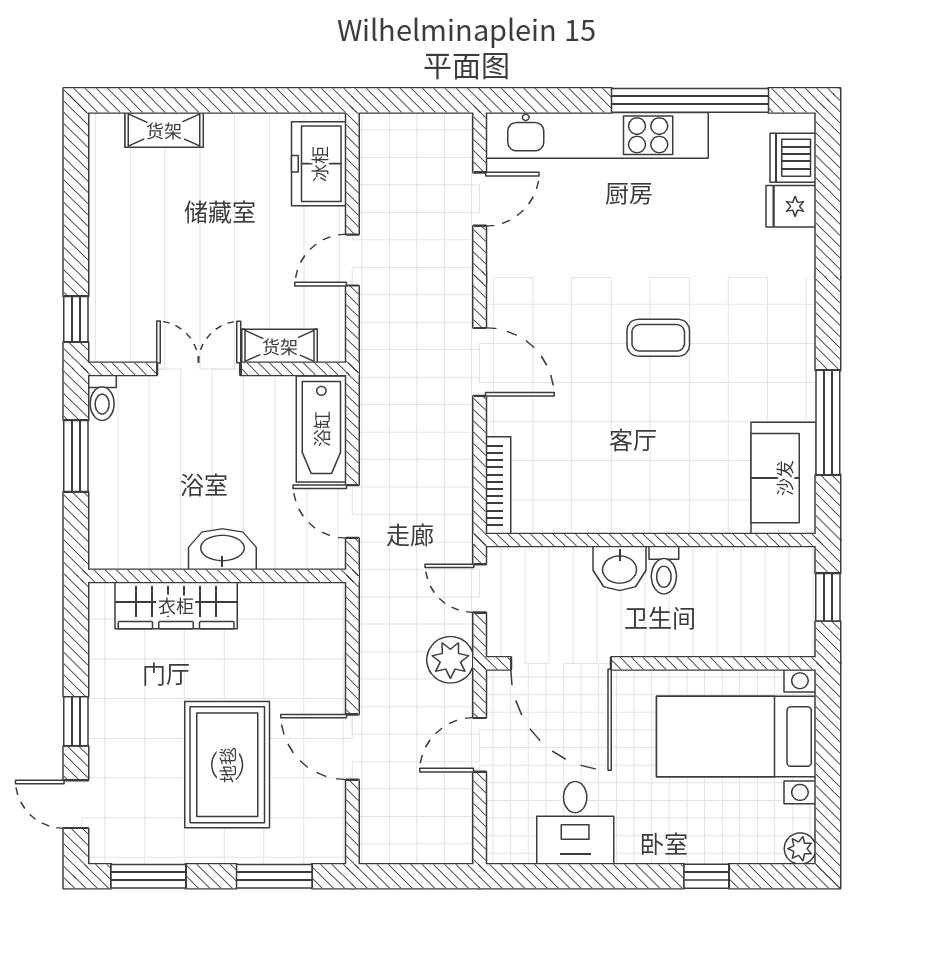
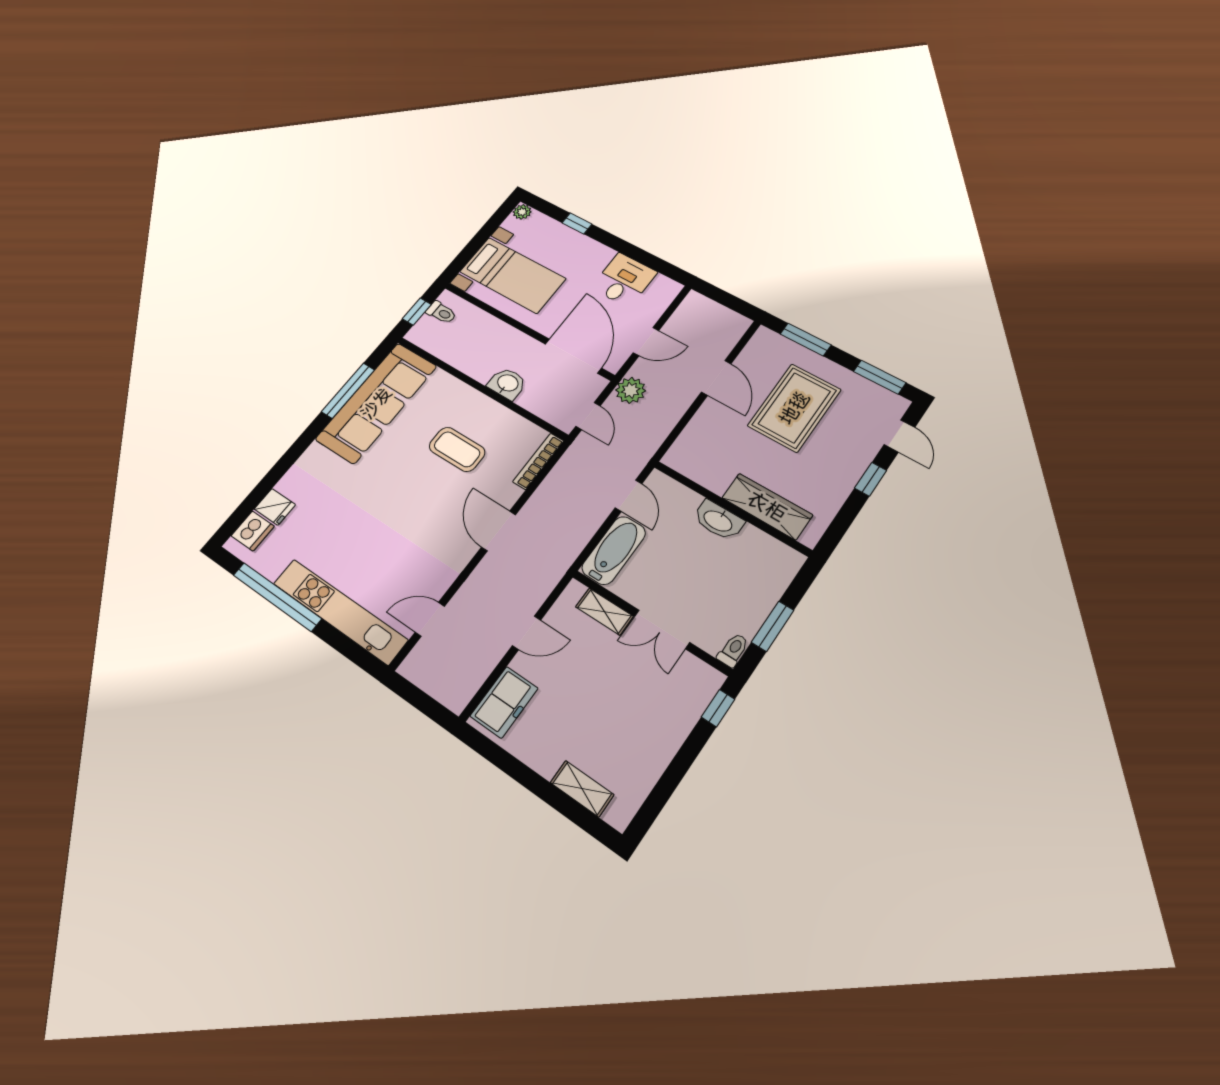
coffee table: (658, 338) -> (457, 449), moved, width x1.36, depth x1.30
sofa: (784, 478) -> (376, 403), width x1.85, depth x1.27
toilet: (664, 570) -> (441, 312), moved, turned 90

